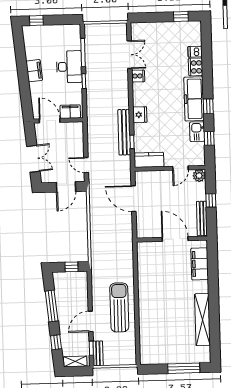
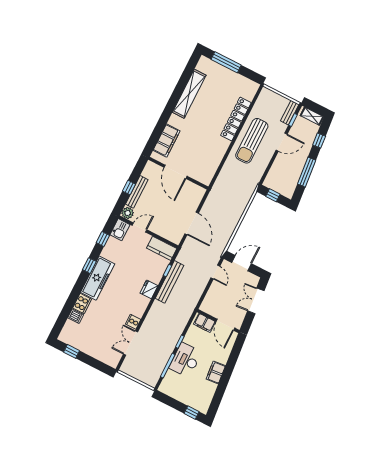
kitchen sink: (197, 132) -> (120, 230), moved
bench: (202, 218) -> (137, 192), moved
locker: (145, 320) -> (236, 119), added

